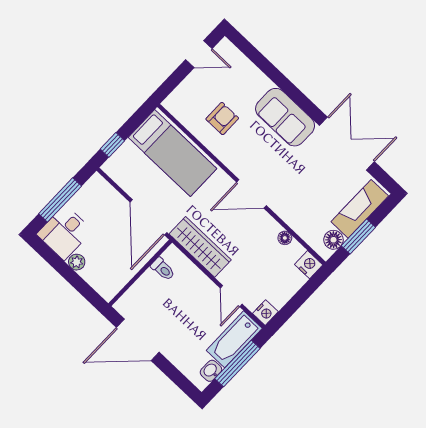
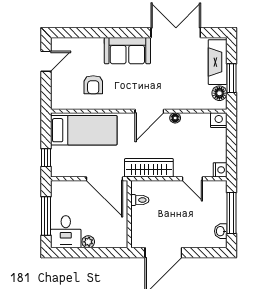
armchair: (222, 119) -> (93, 85), turned 180
floor lamp: (285, 238) -> (175, 118), moved
bathtub: (234, 339) -> (217, 201), removed

